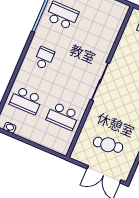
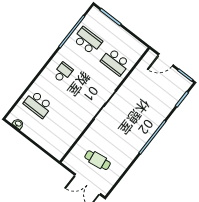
school desk: (63, 116) -> (115, 62), moved

